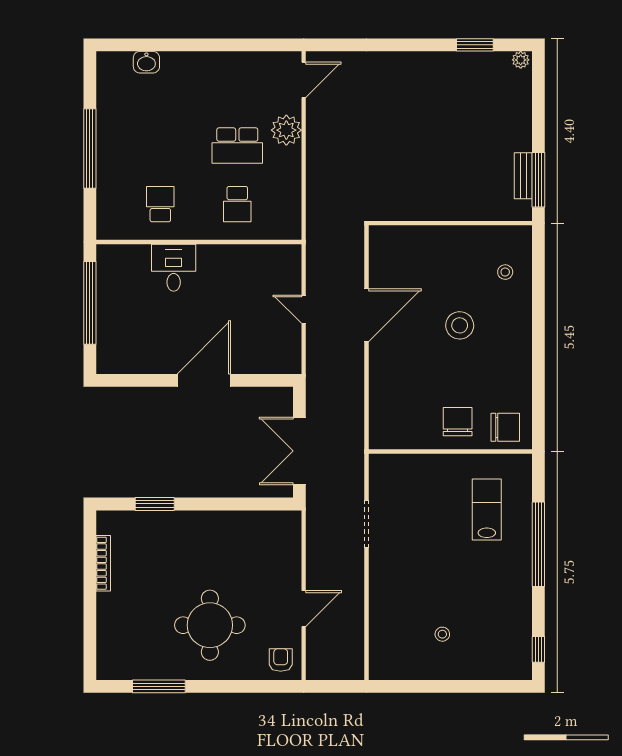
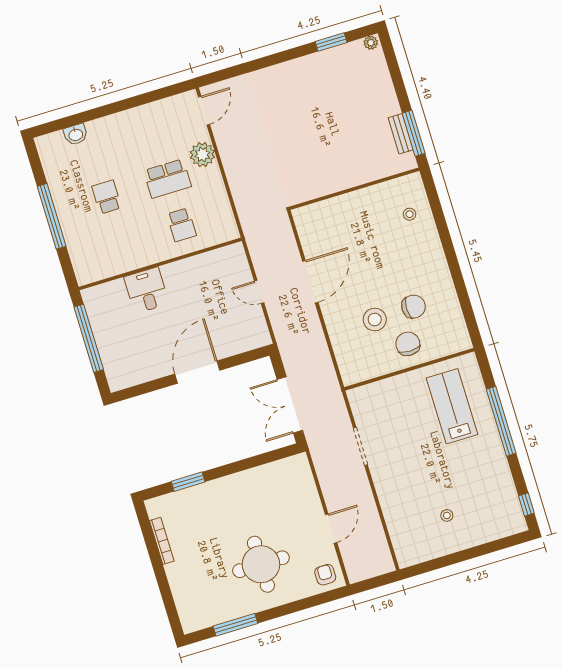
school desk: (160, 204) -> (107, 197), moved
stool: (460, 325) -> (375, 319), moved
chair: (505, 427) -> (414, 307), moved
lab bench: (487, 509) -> (452, 406), width x1.36, depth x1.39

